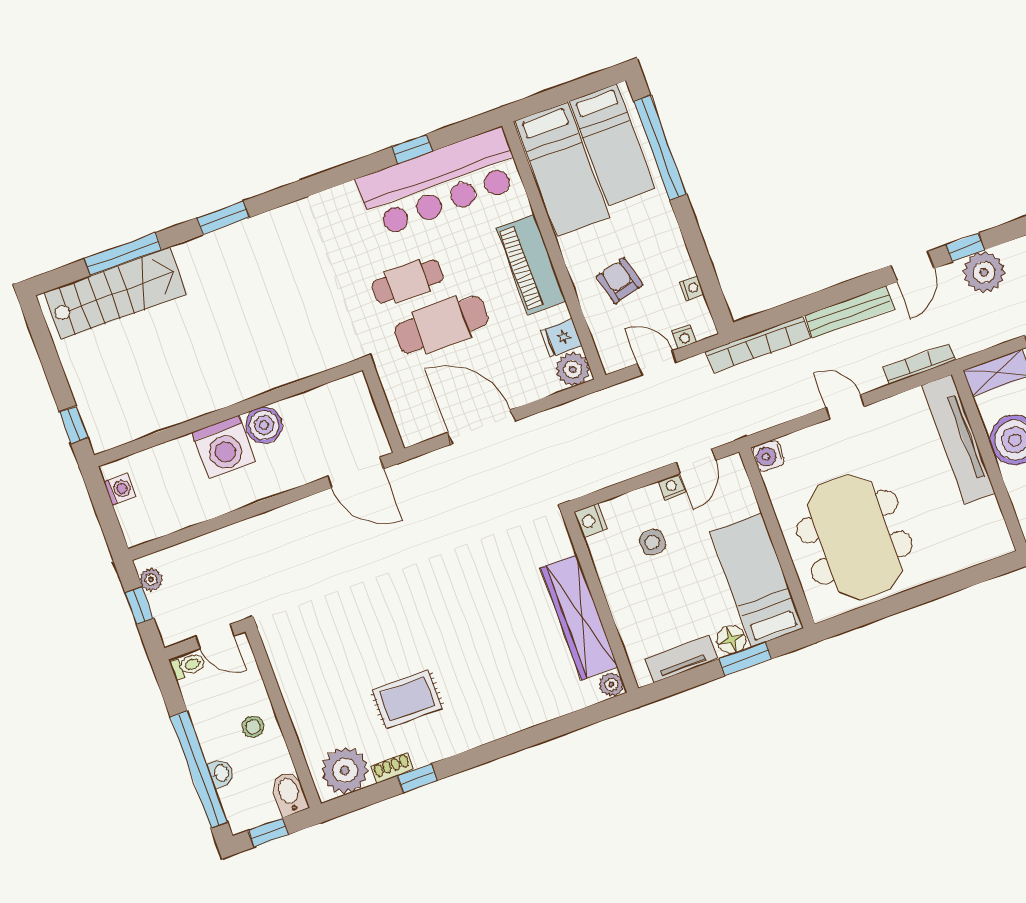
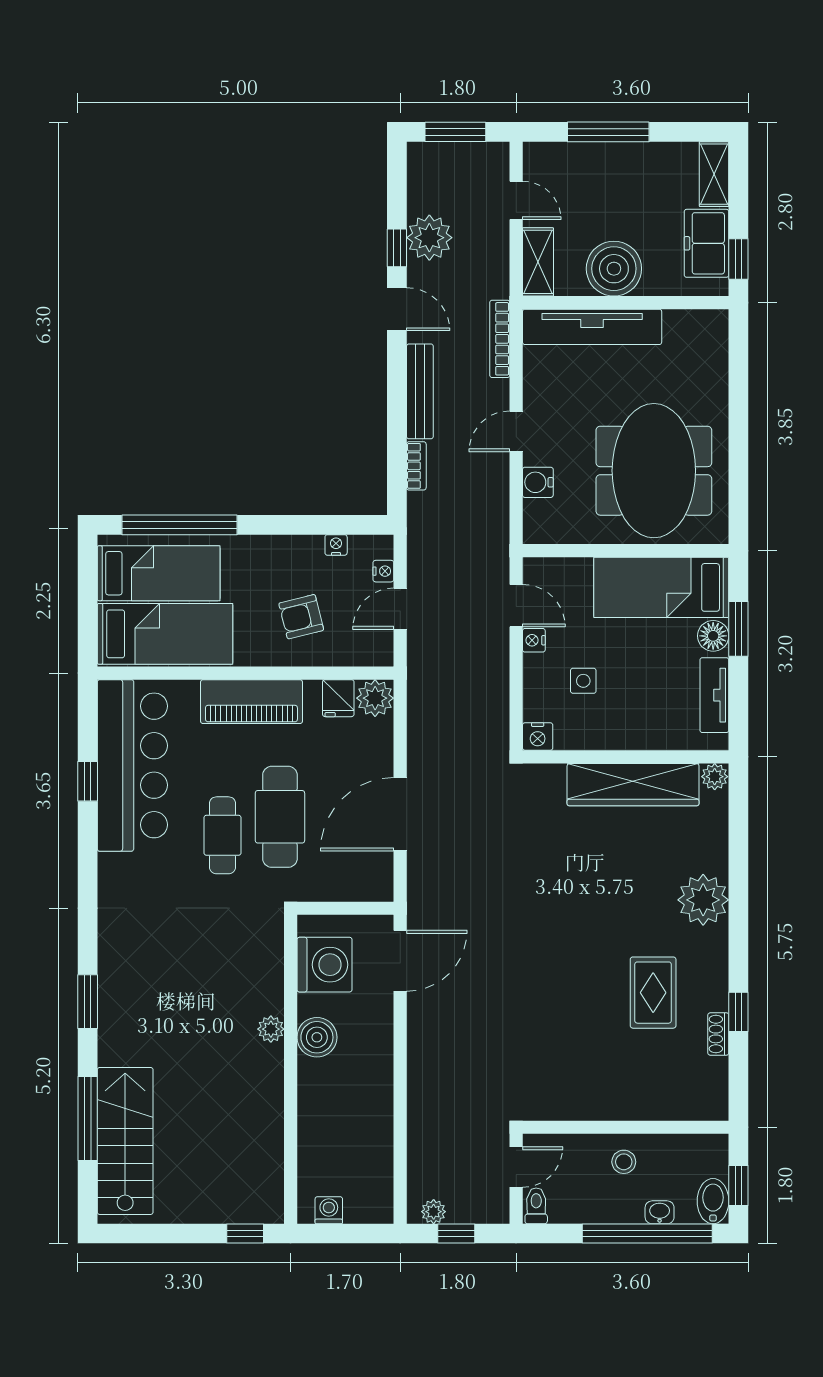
bookcase: (758, 345) -> (416, 466), width x0.43, depth x0.76
plant: (257, 383) -> (271, 1029), added
washing machine: (224, 447) -> (324, 965), moved
water cooler: (768, 456) -> (538, 482), moved, turned 90
meeting table: (854, 537) -> (654, 471), turned 90
plant: (345, 770) -> (703, 900), moved
bidet: (289, 793) -> (713, 1201), moved, turned 90

